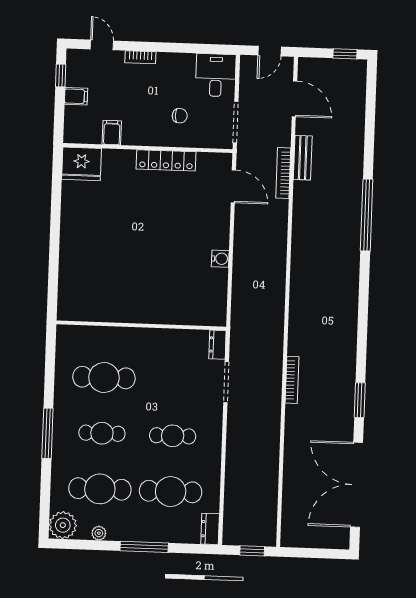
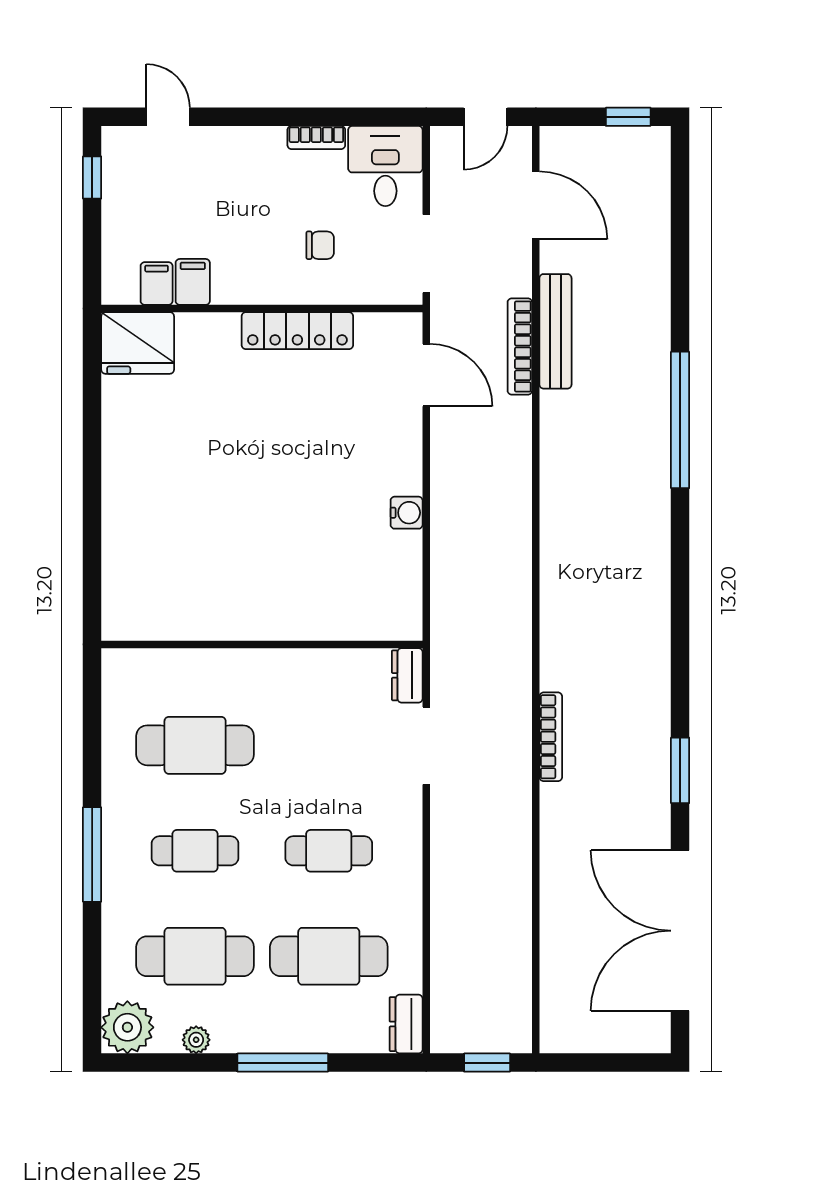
bookcase: (140, 57) -> (316, 138), moved
filing cabinet: (76, 96) -> (157, 283), moved, turned -90
bench: (303, 158) -> (555, 331), width x1.36

